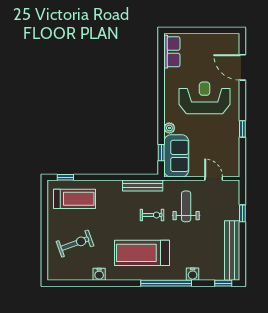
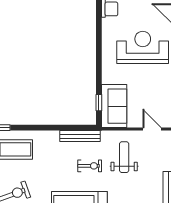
plant: (169, 128) -> (107, 78), removed

